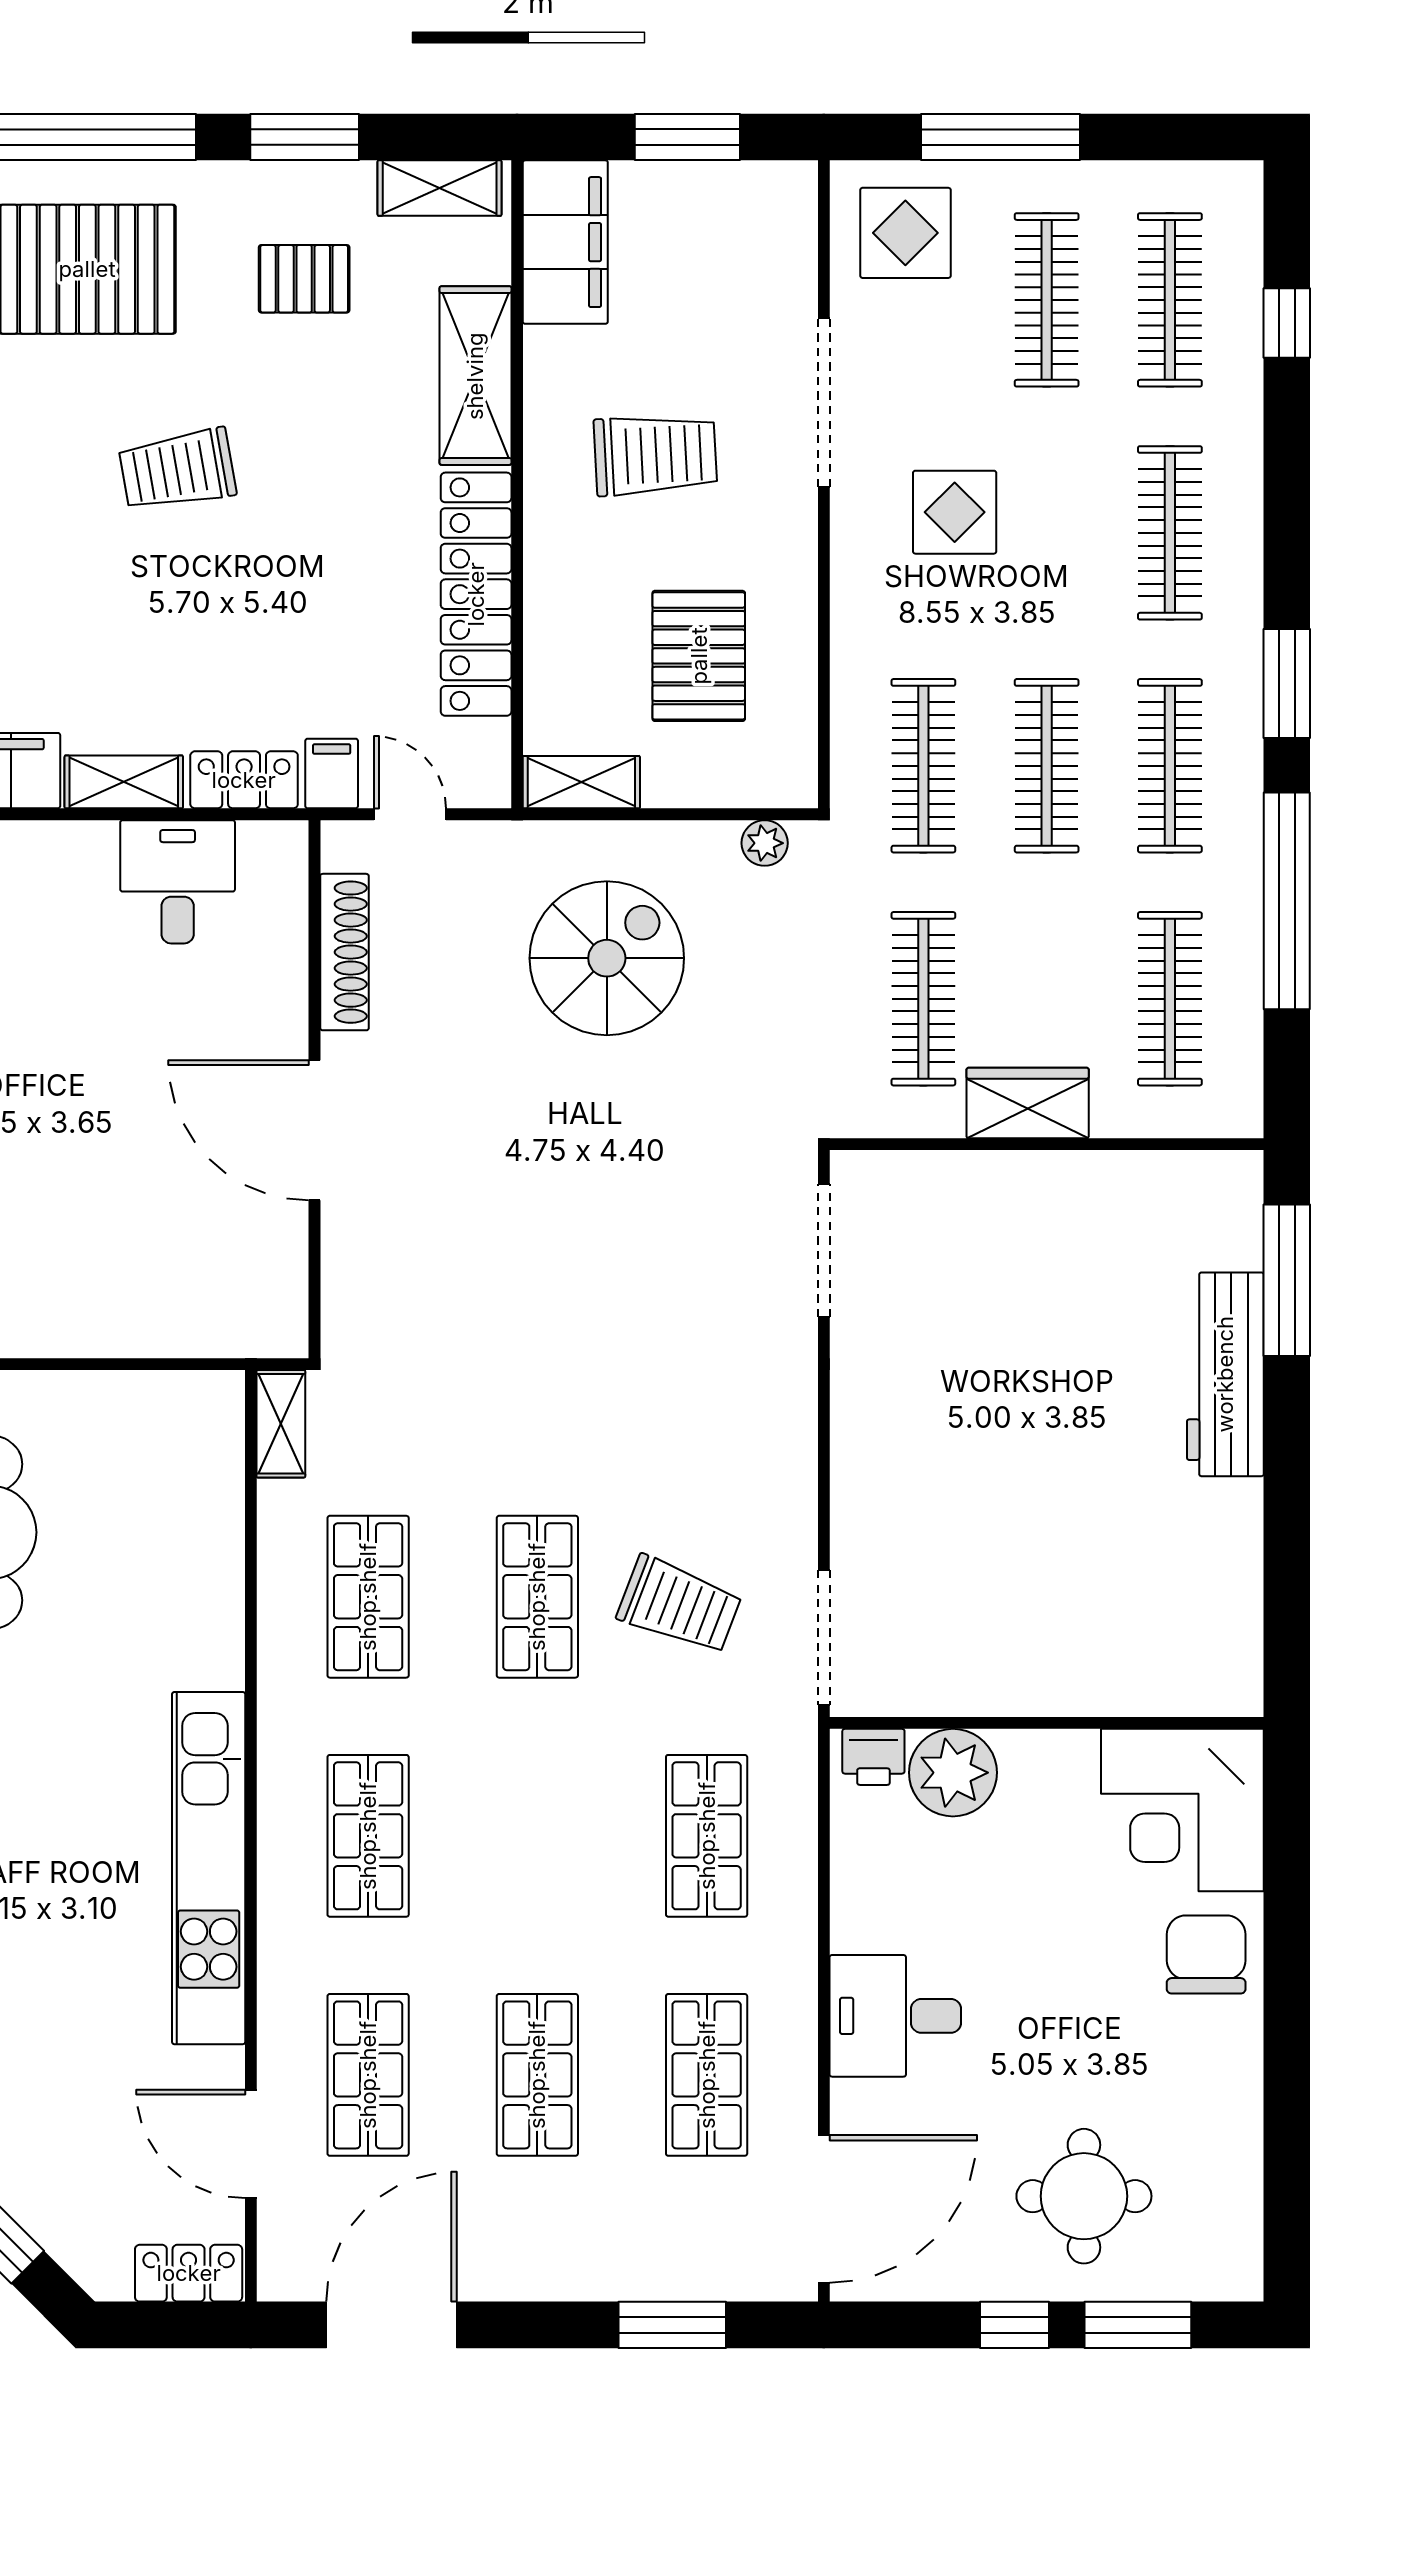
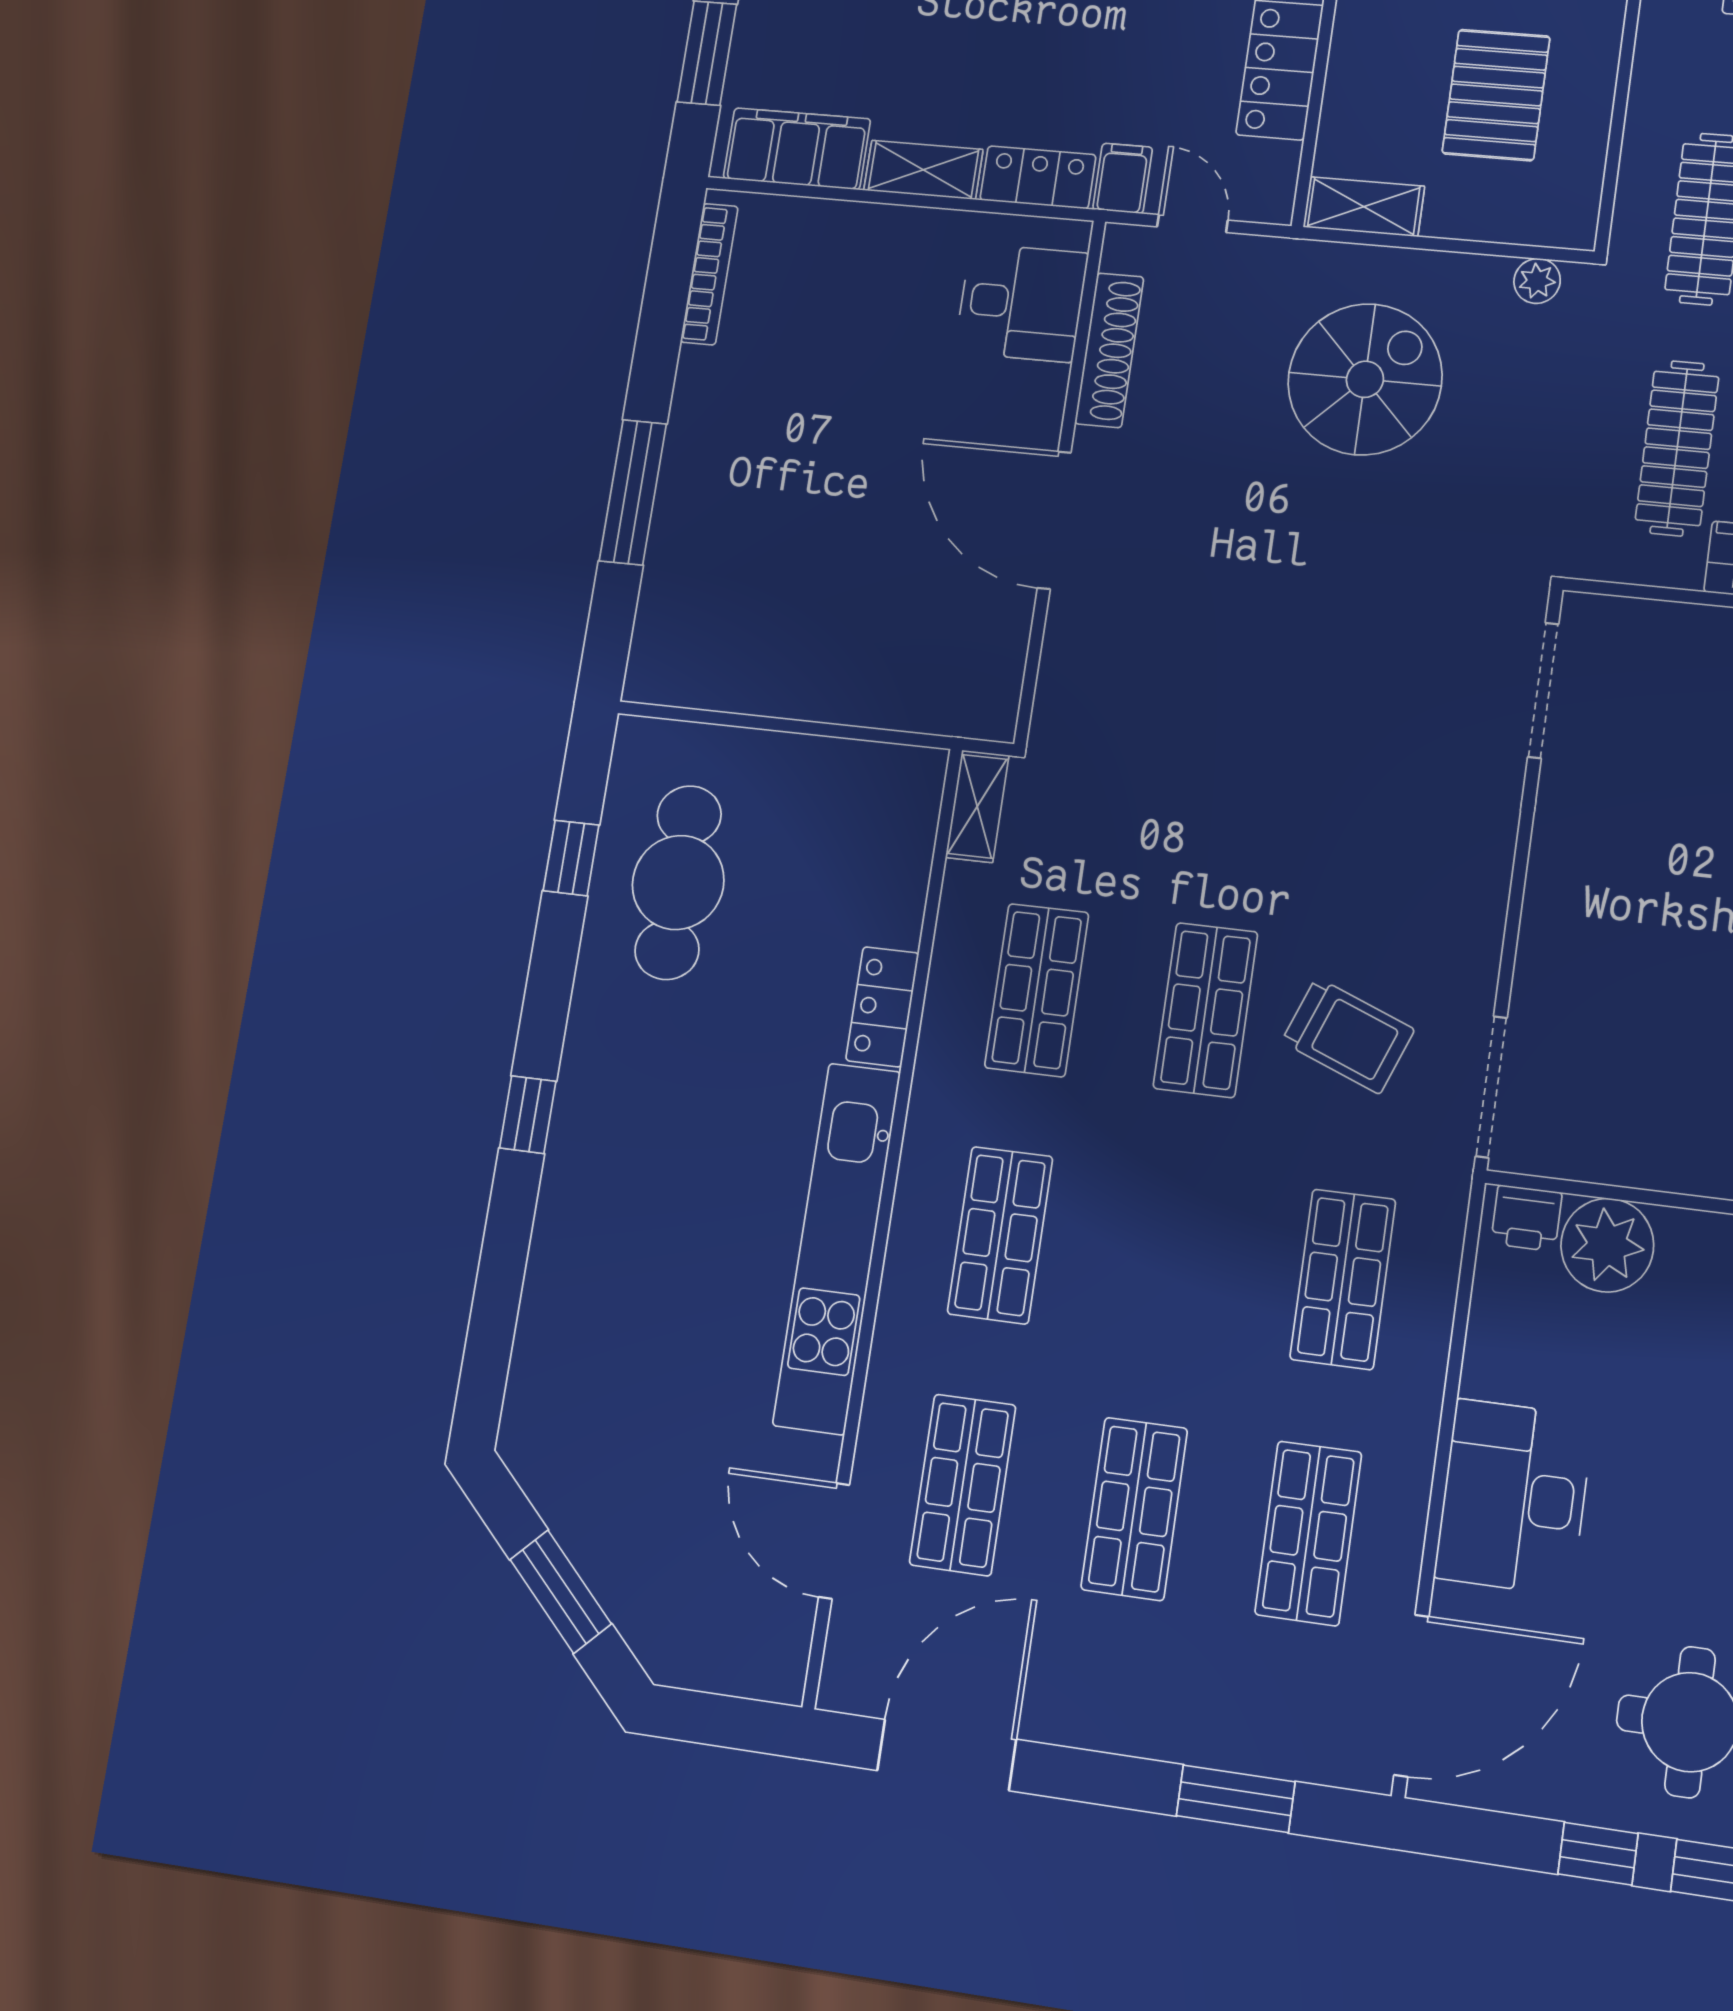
desk: (178, 882) -> (1021, 303), moved, turned 90
desk: (895, 2016) -> (1514, 1497), width x1.37
locker: (189, 2273) -> (882, 1007), moved, turned -90

